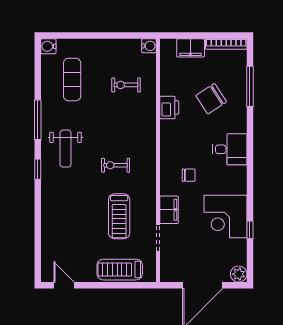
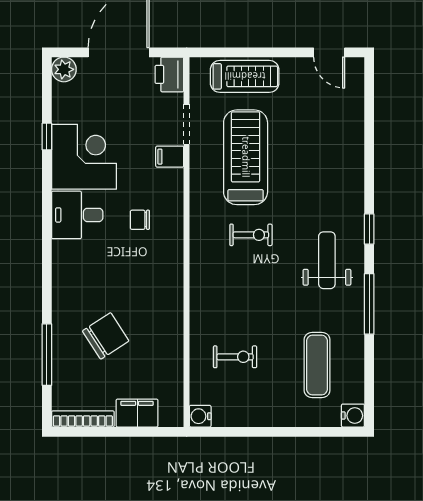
printer: (169, 108) -> (169, 74), moved
desk: (230, 149) -> (77, 215), moved
filing cabinet: (169, 210) -> (170, 157), width x0.50
treadmill: (119, 216) -> (246, 157), width x1.37, depth x1.38

